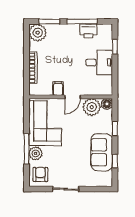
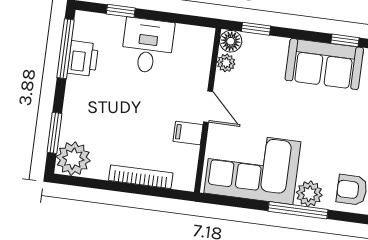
window: (82, 22) -> (66, 49), moved
plant: (92, 107) -> (226, 63), width x0.53, depth x0.53
window: (115, 129) -> (256, 29), moved

